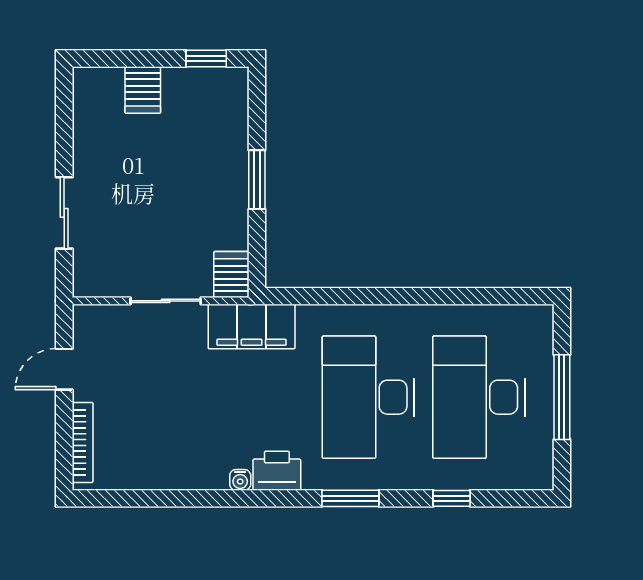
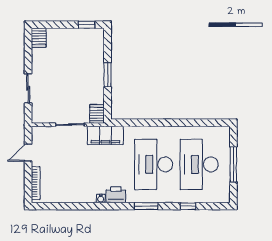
server rack: (143, 90) -> (39, 38), moved

